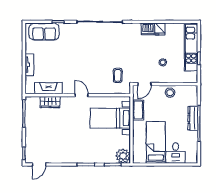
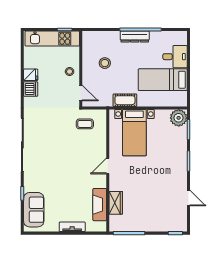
door: (144, 84) -> (81, 93), moved
wall: (165, 84) -> (81, 69), moved
door: (39, 165) -> (188, 198), moved

